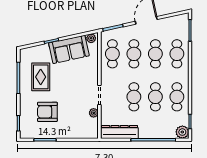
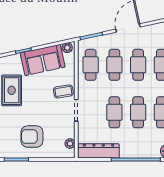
coffee table: (88, 78) -> (63, 91), added
armchair: (47, 112) -> (32, 137), moved
plant: (94, 113) -> (70, 144), moved

